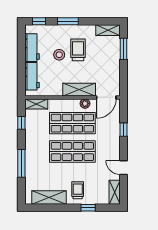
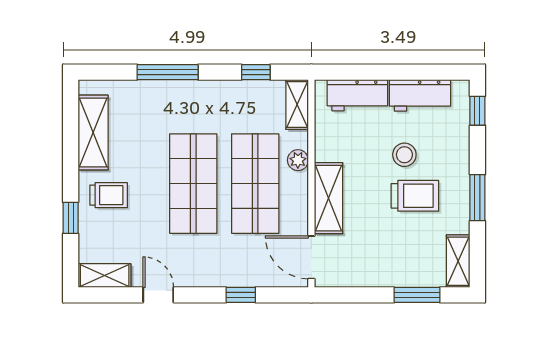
window: (68, 21) -> (477, 198), moved
plant: (85, 104) -> (298, 160), moved
door: (123, 168) -> (158, 295), hinge flipped

